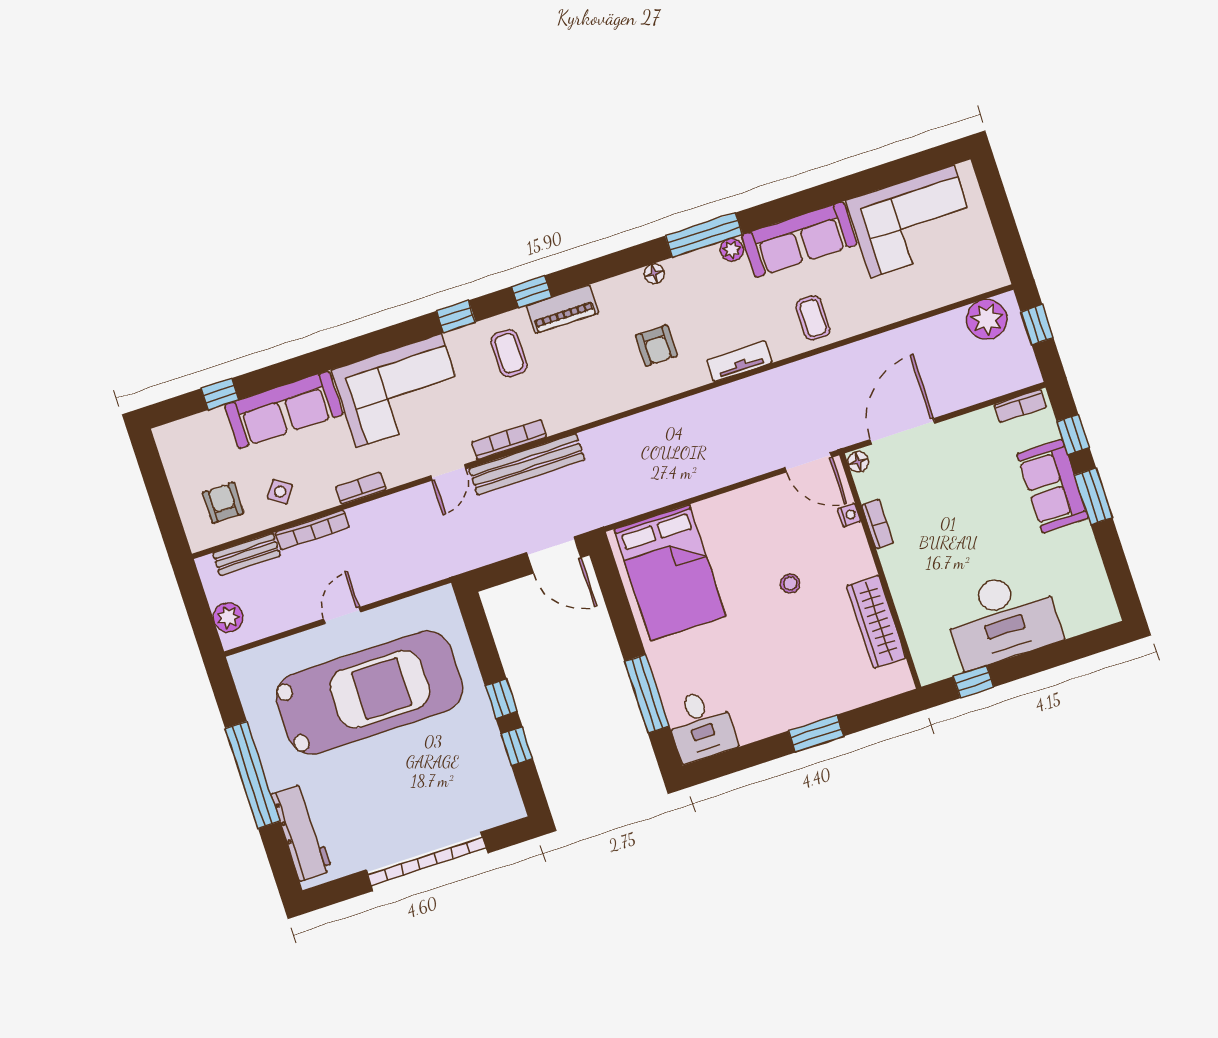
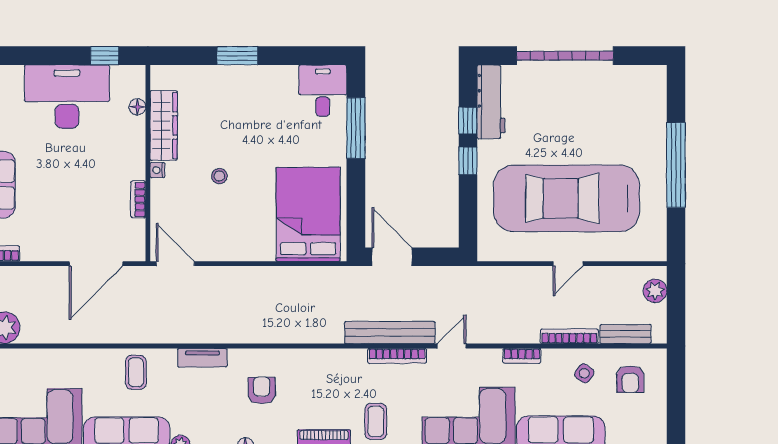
floor lamp: (858, 462) -> (137, 107), moved
nightstand: (849, 515) -> (157, 170), moved
workbench: (302, 833) -> (491, 102), moved, turned 180

